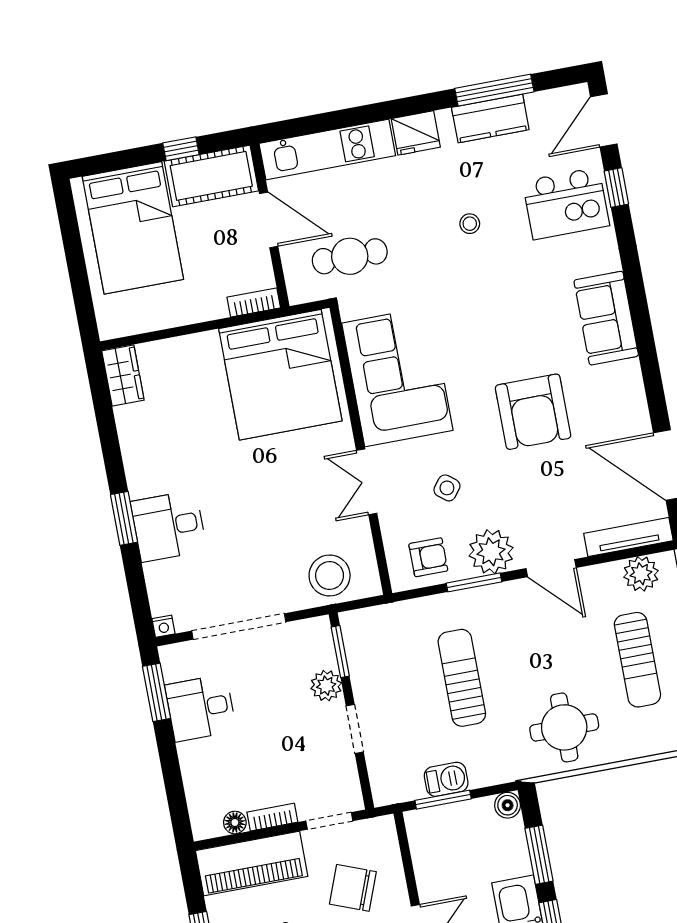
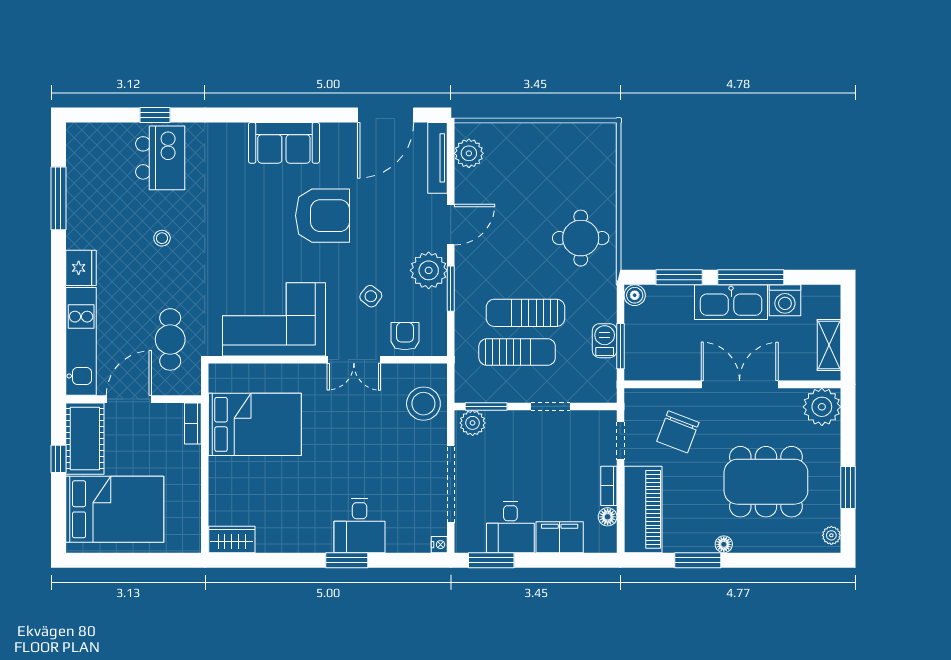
kitchen counter: (490, 118) -> (81, 206), removed
door: (604, 120) -> (99, 115), removed
sofa: (606, 318) -> (284, 143), moved
bed: (280, 375) -> (255, 424), width x0.73
armchair: (428, 557) -> (405, 336), moved
sun lounger: (637, 660) -> (517, 352), moved
plant: (326, 686) -> (473, 423), moved
filing cabinet: (200, 769) -> (560, 537), added

